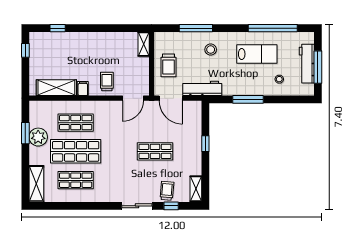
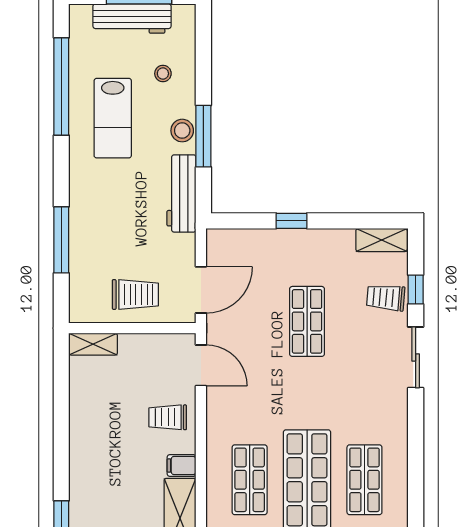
stool: (211, 50) -> (182, 131), moved
lab bench: (257, 54) -> (113, 118), turned 180
workbench: (202, 88) -> (181, 193), moved

